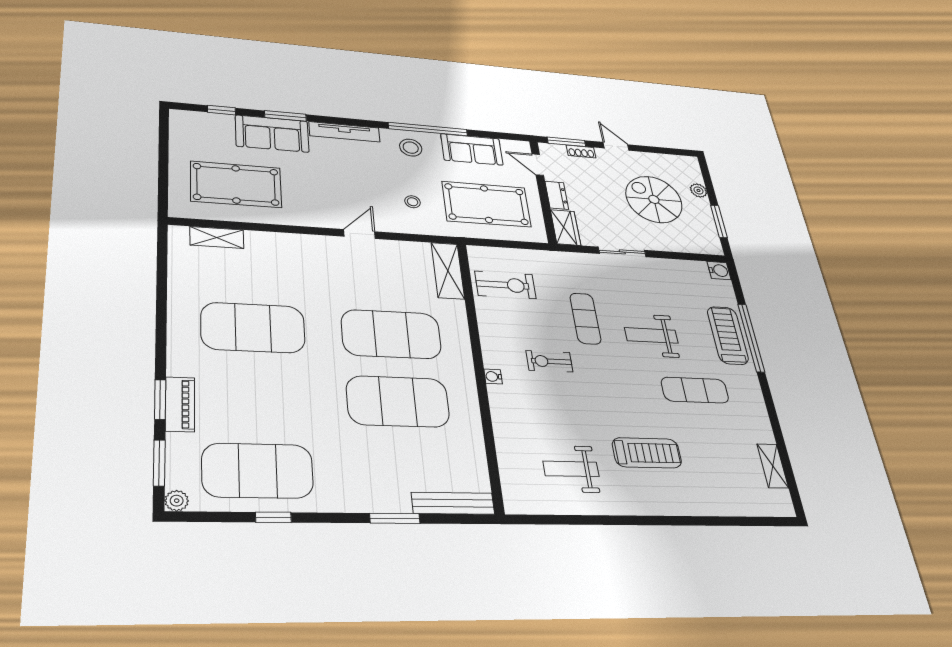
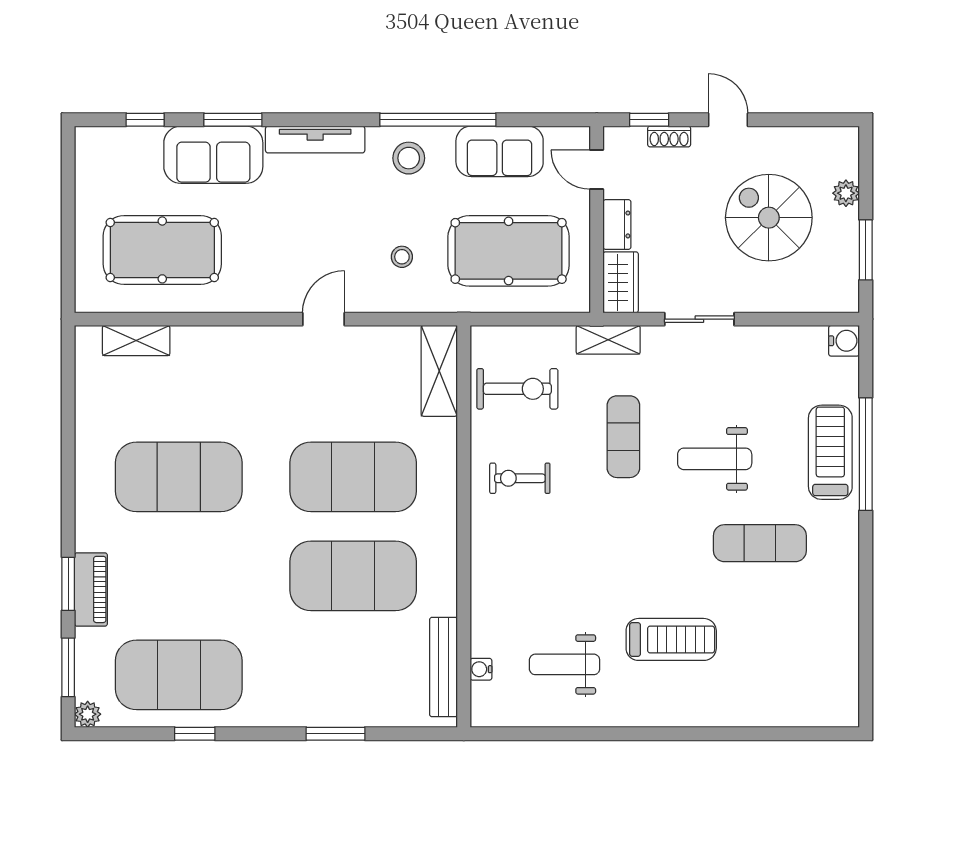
window: (566, 142) -> (649, 120), width x0.67
exercise bike: (549, 361) -> (520, 478), moved
water cooler: (493, 376) -> (481, 669), moved
shelving: (773, 466) -> (608, 340), moved, turned 90
bench: (453, 503) -> (444, 667), moved, turned 90

